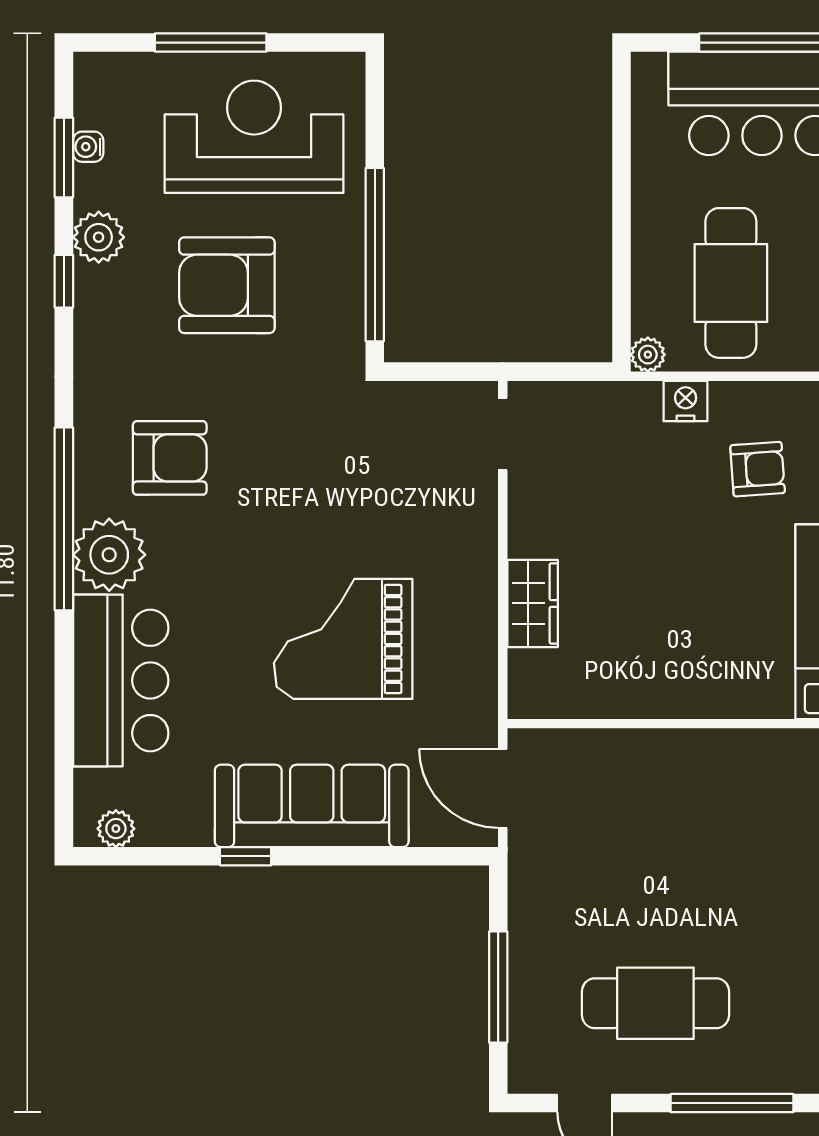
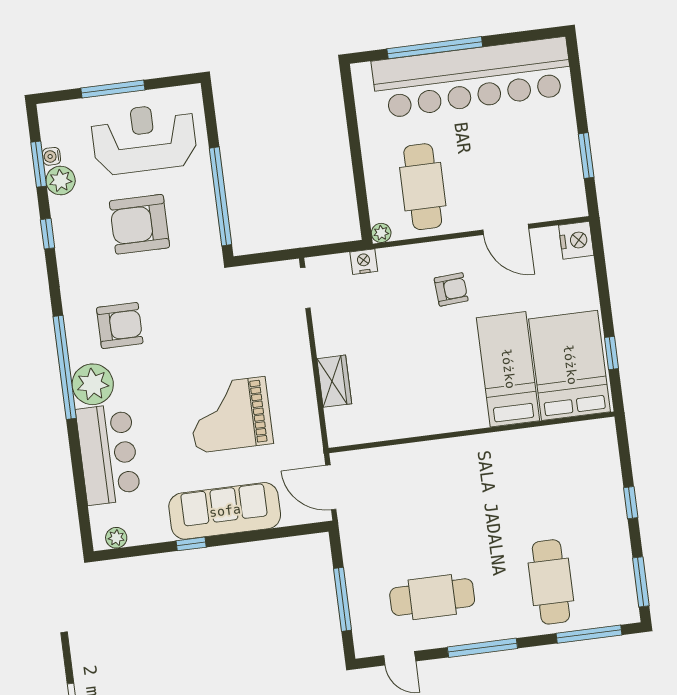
plant: (99, 237) -> (61, 181), moved
nightstand: (686, 401) -> (364, 262), moved

